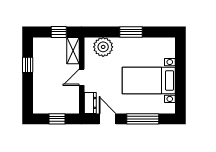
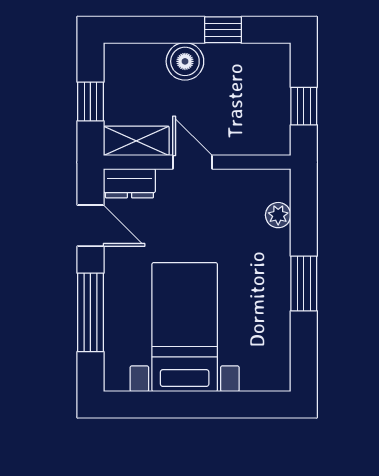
plant: (103, 47) -> (278, 215), width x0.53, depth x0.53
shelving: (73, 51) -> (136, 141), moved
boiler: (41, 80) -> (185, 61), added
door: (107, 119) -> (90, 226), hinge flipped

